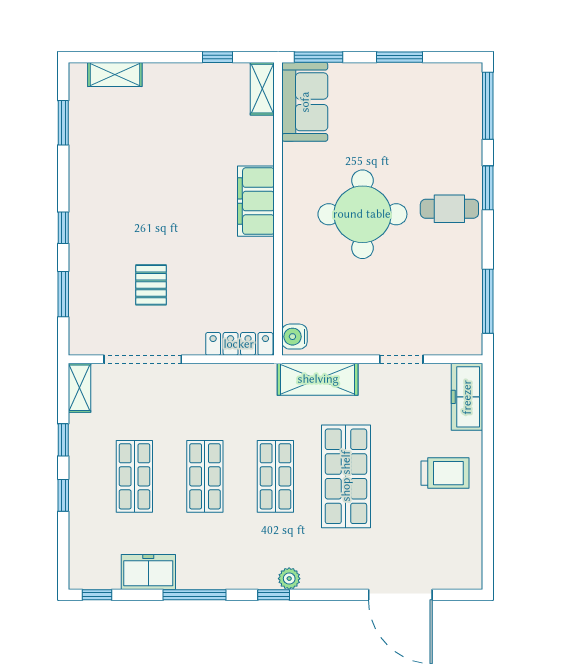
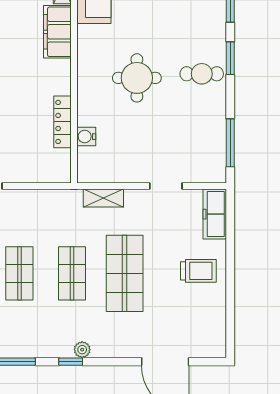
filing cabinet: (256, 201) -> (57, 32), moved
round table: (362, 214) -> (137, 78), width x0.73, depth x0.73
water cooler: (294, 337) -> (86, 137), moved
locker: (239, 344) -> (62, 122), moved, turned -90
shelving: (318, 379) -> (103, 198), width x0.67, depth x0.75

